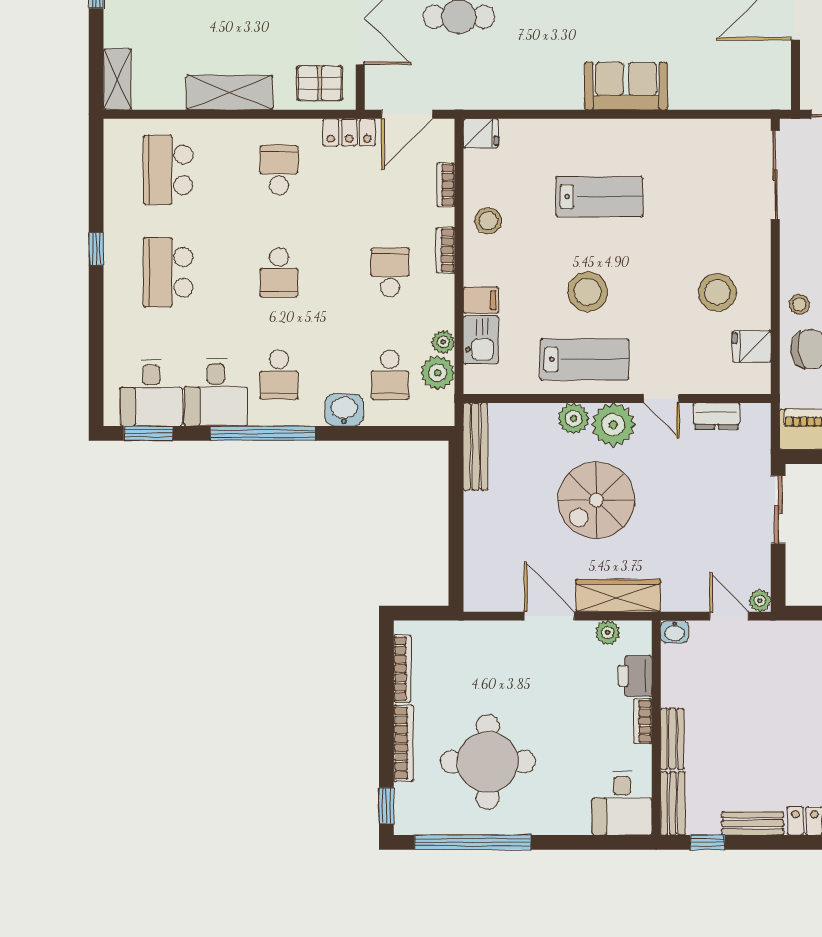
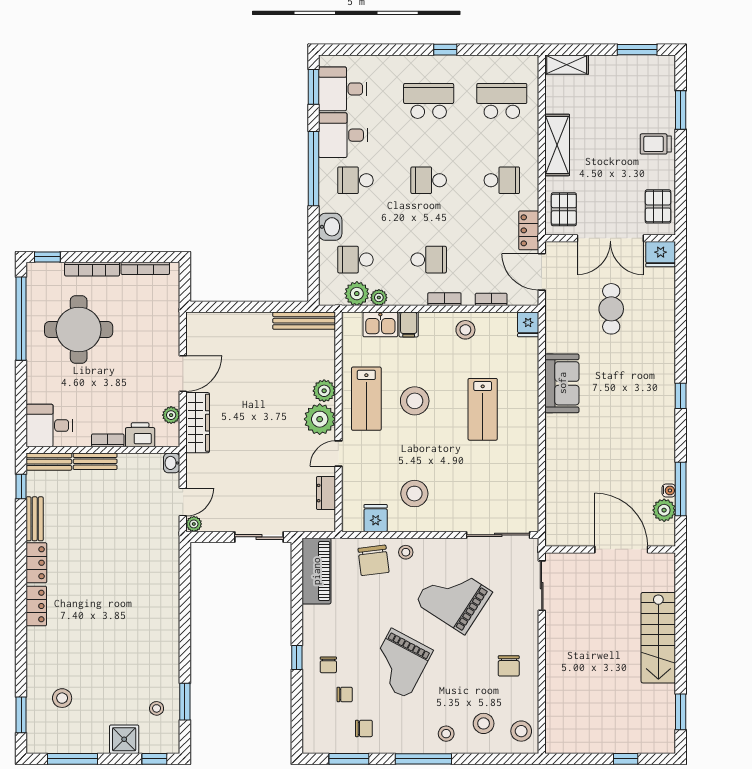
sofa: (626, 86) -> (562, 383), moved
spiral stairs: (596, 500) -> (266, 407), removed

